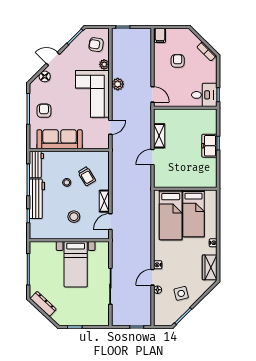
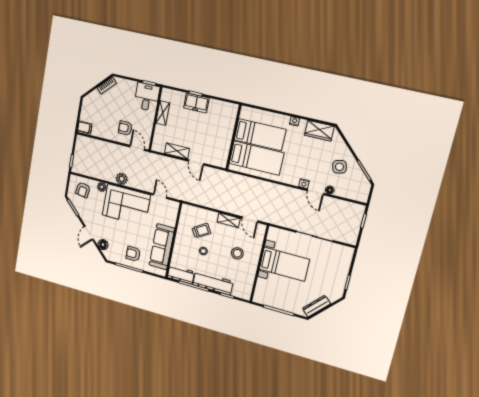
armchair: (178, 61) -> (125, 128), moved
door: (153, 94) -> (137, 148), hinge flipped
shelving: (193, 114) -> (163, 113), added

